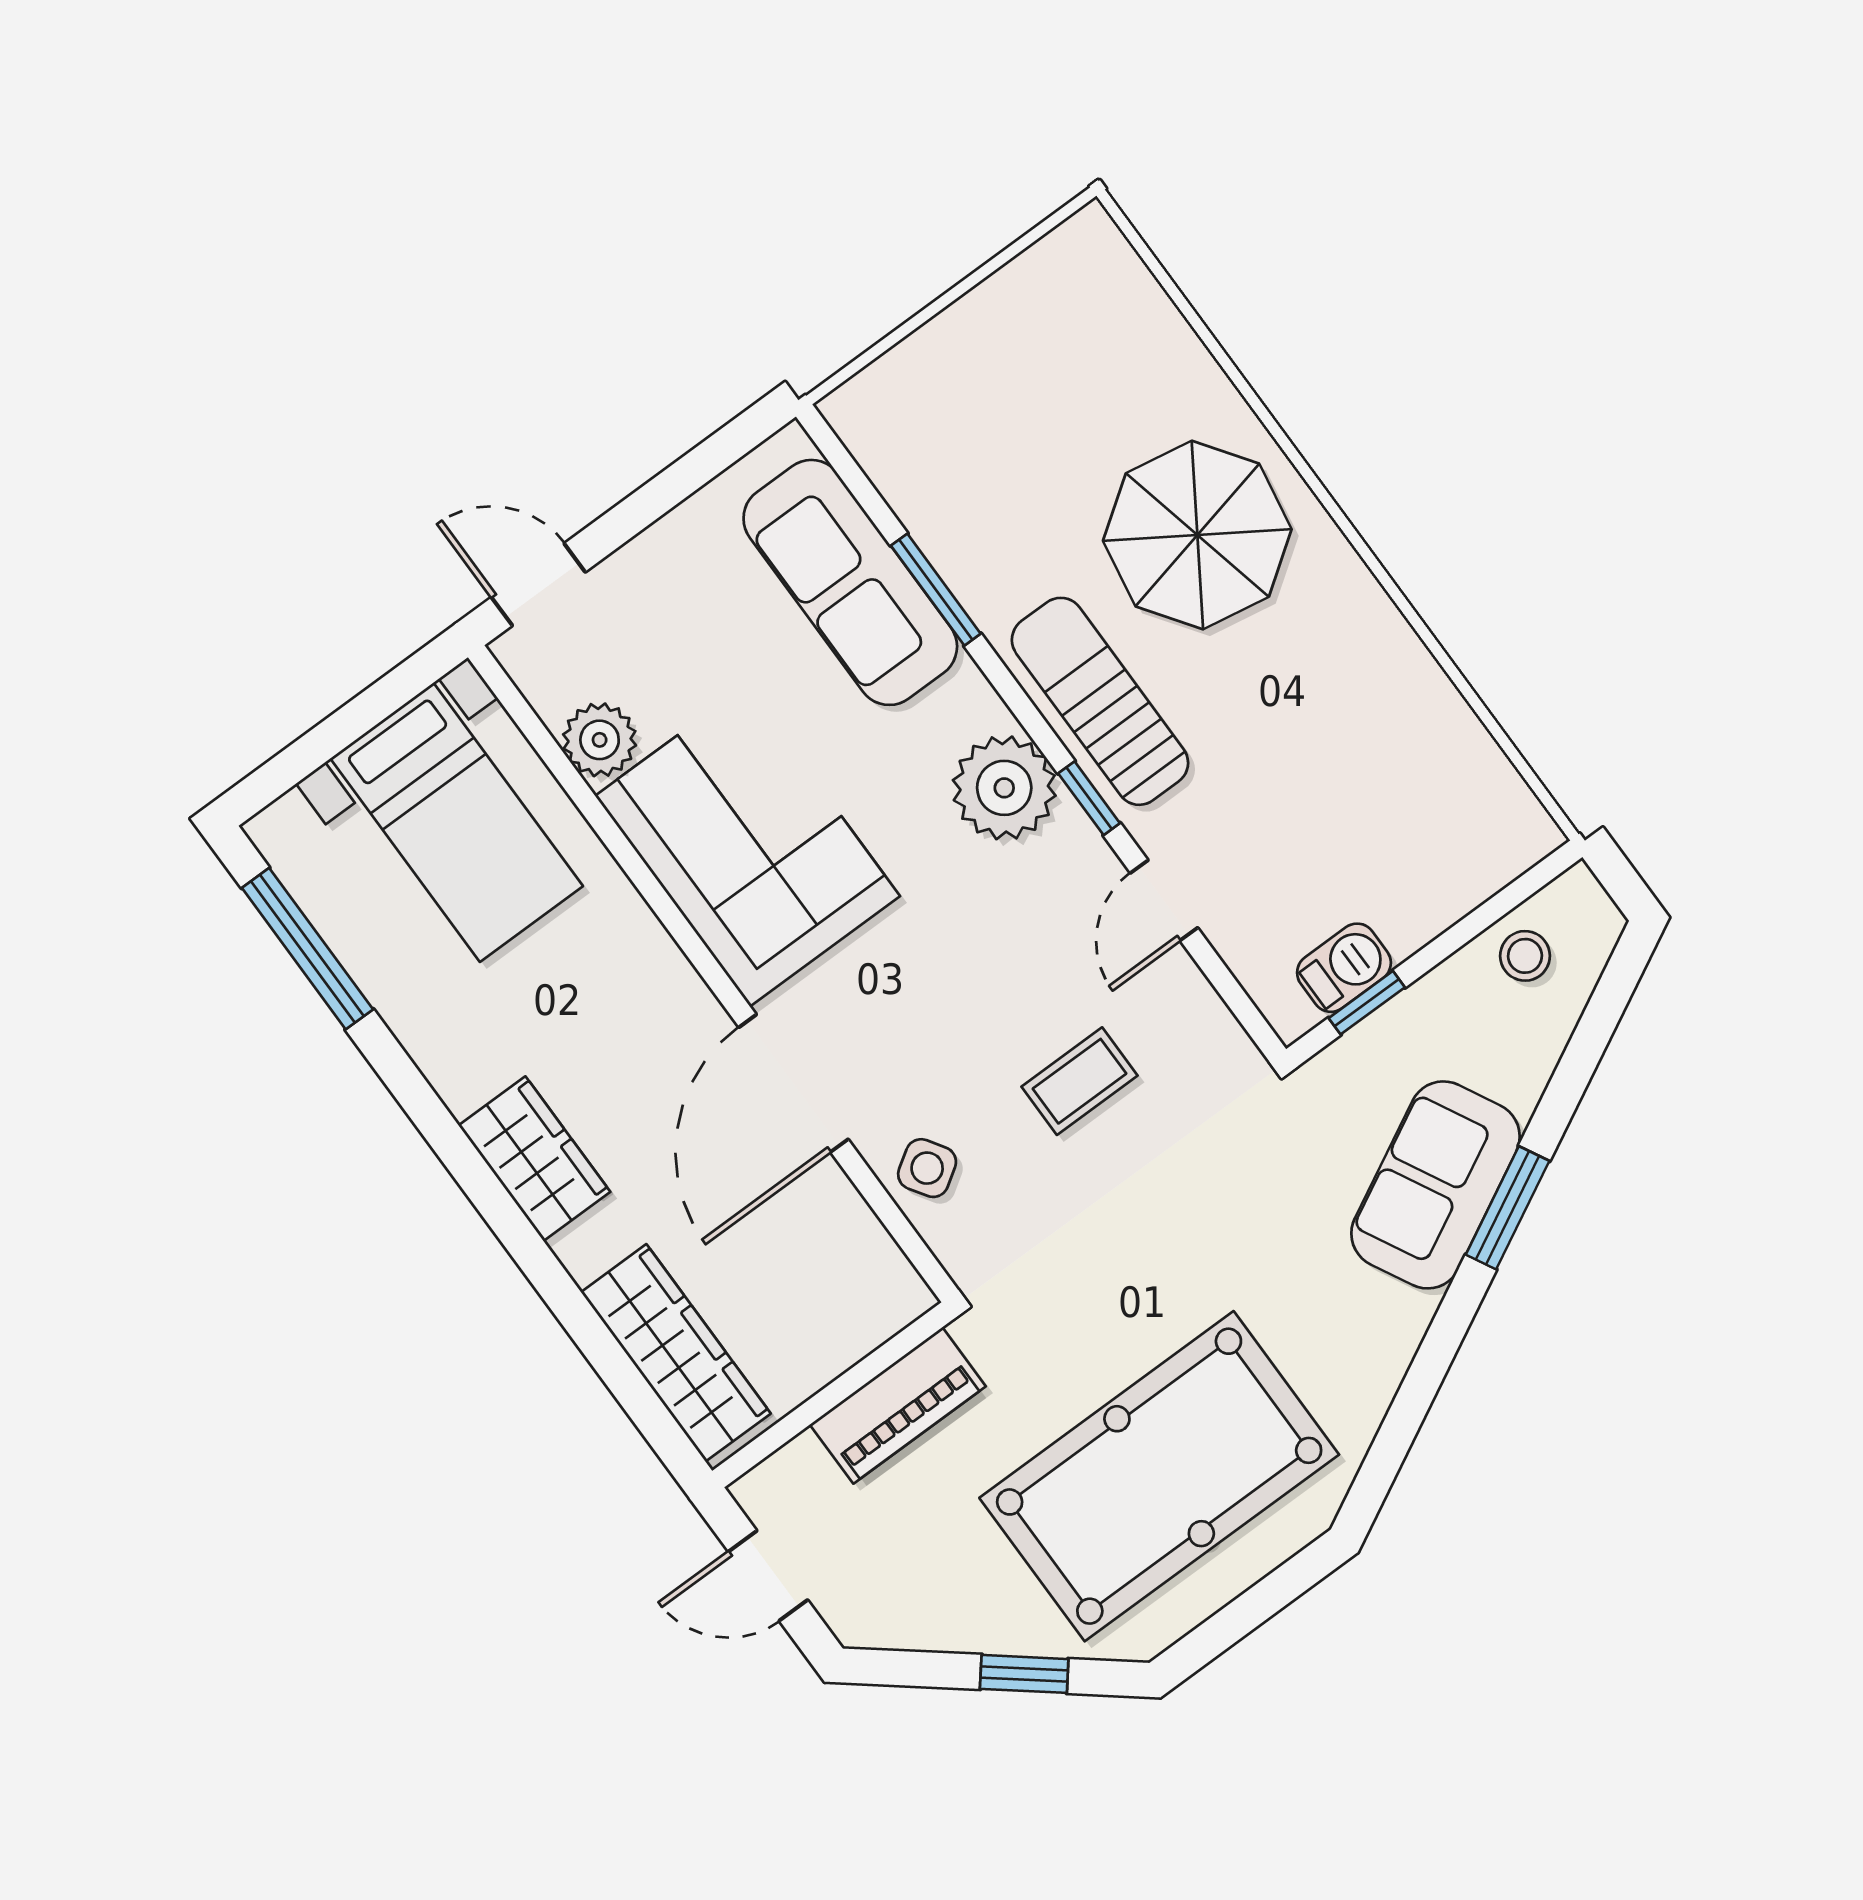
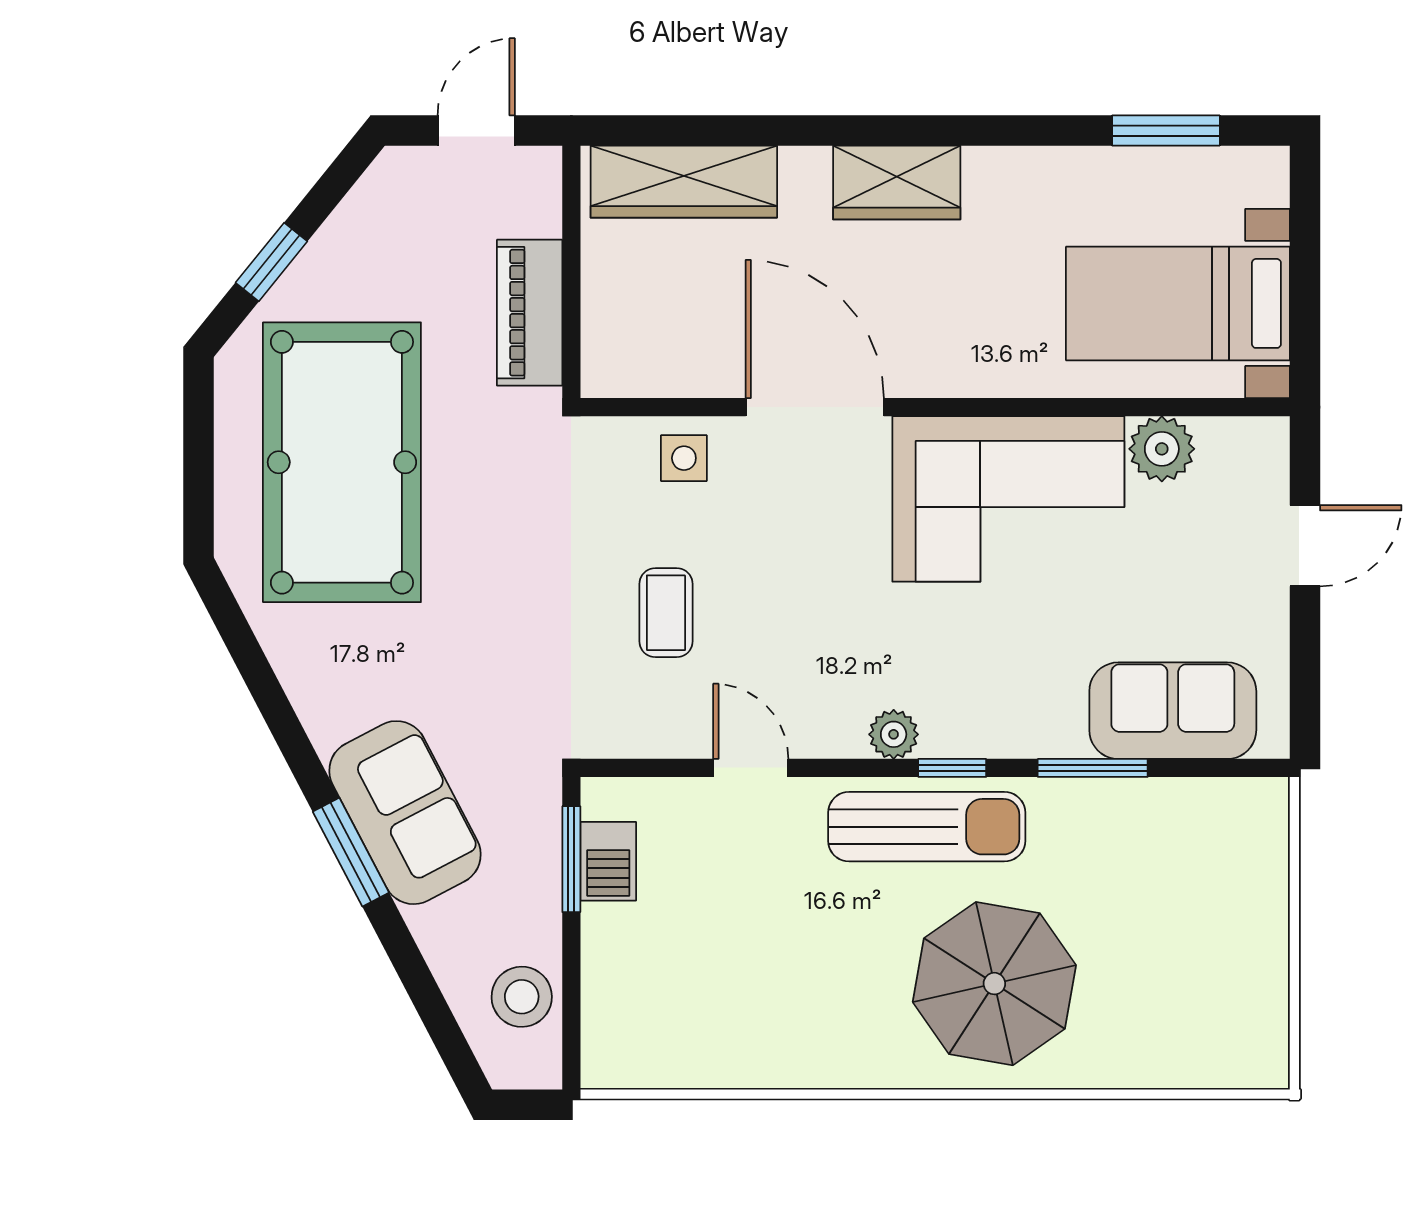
sofa: (850, 582) -> (1173, 711), width x0.73
door: (538, 585) -> (1305, 546), moved
plant: (1004, 788) -> (894, 734), width x0.53, depth x0.53
window: (1089, 798) -> (952, 768), moved
window: (307, 949) -> (1166, 131), width x0.69
stool: (1525, 956) -> (522, 997), width x1.37, depth x1.37
window: (1367, 1003) -> (571, 859), width x1.50
side table: (927, 1168) -> (684, 458), turned 33

